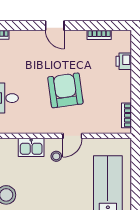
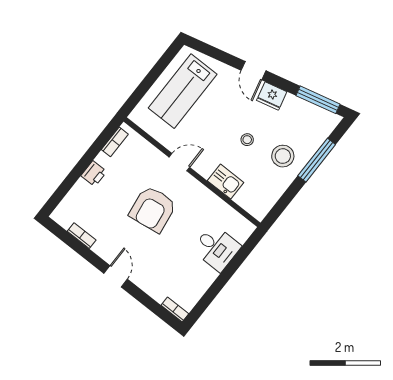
printer: (124, 61) -> (94, 174), moved
stool: (56, 156) -> (247, 140), moved

